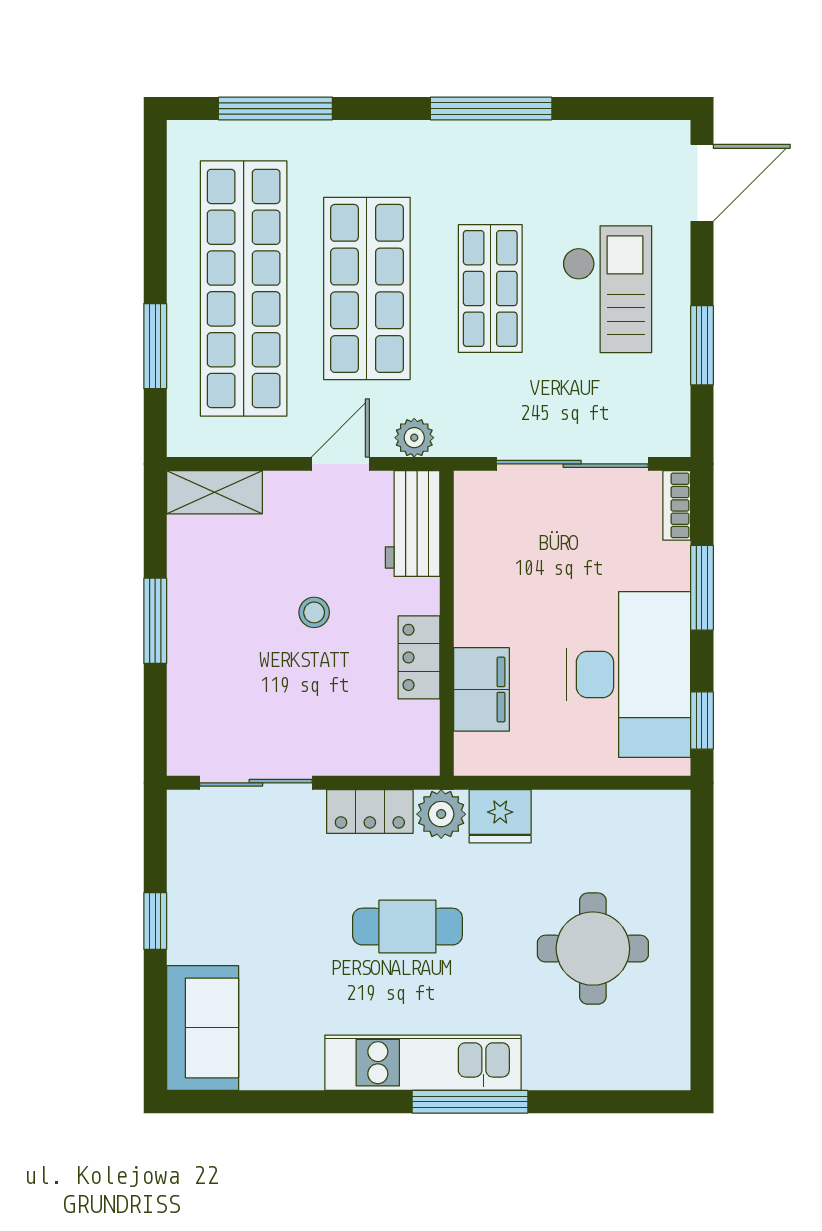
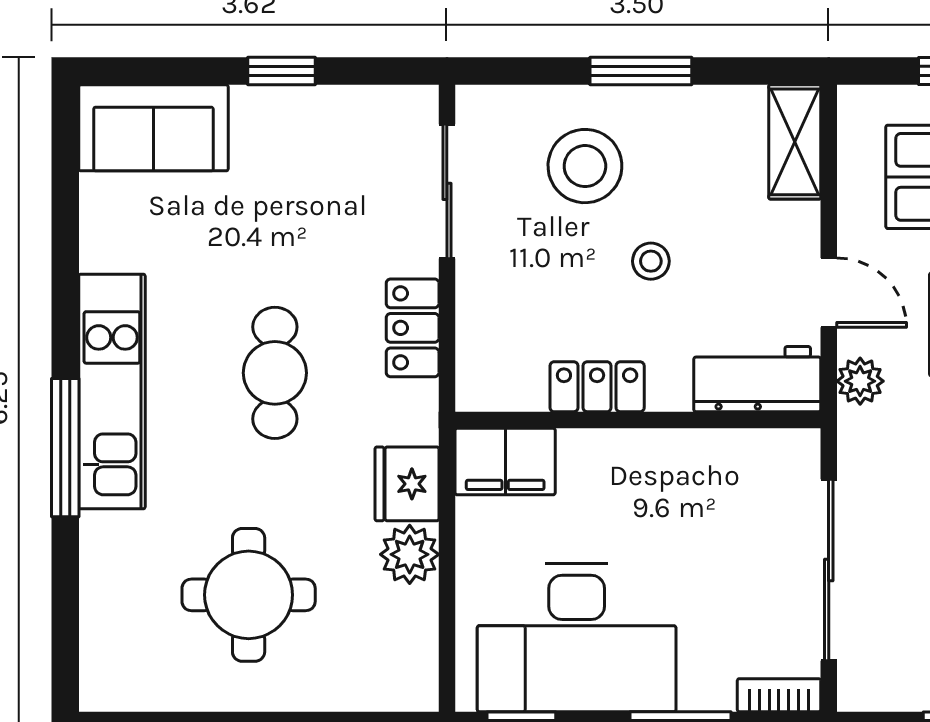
stool: (235, 668) -> (585, 166), added
filing cabinet: (481, 689) -> (505, 462), moved
plant: (441, 814) -> (410, 554), moved

